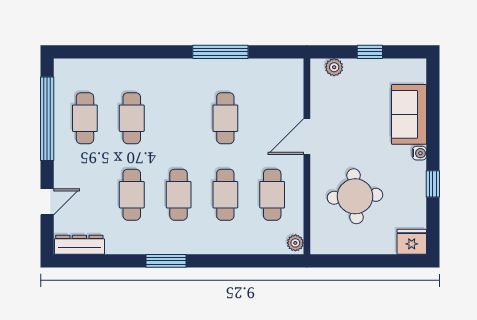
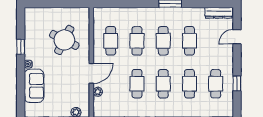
cafe table: (179, 118) -> (163, 84), added
window: (47, 119) -> (237, 83), width x0.32
round table: (355, 196) -> (64, 40), turned 31
fridge: (412, 242) -> (32, 14), removed
plant: (295, 243) -> (98, 92), moved

